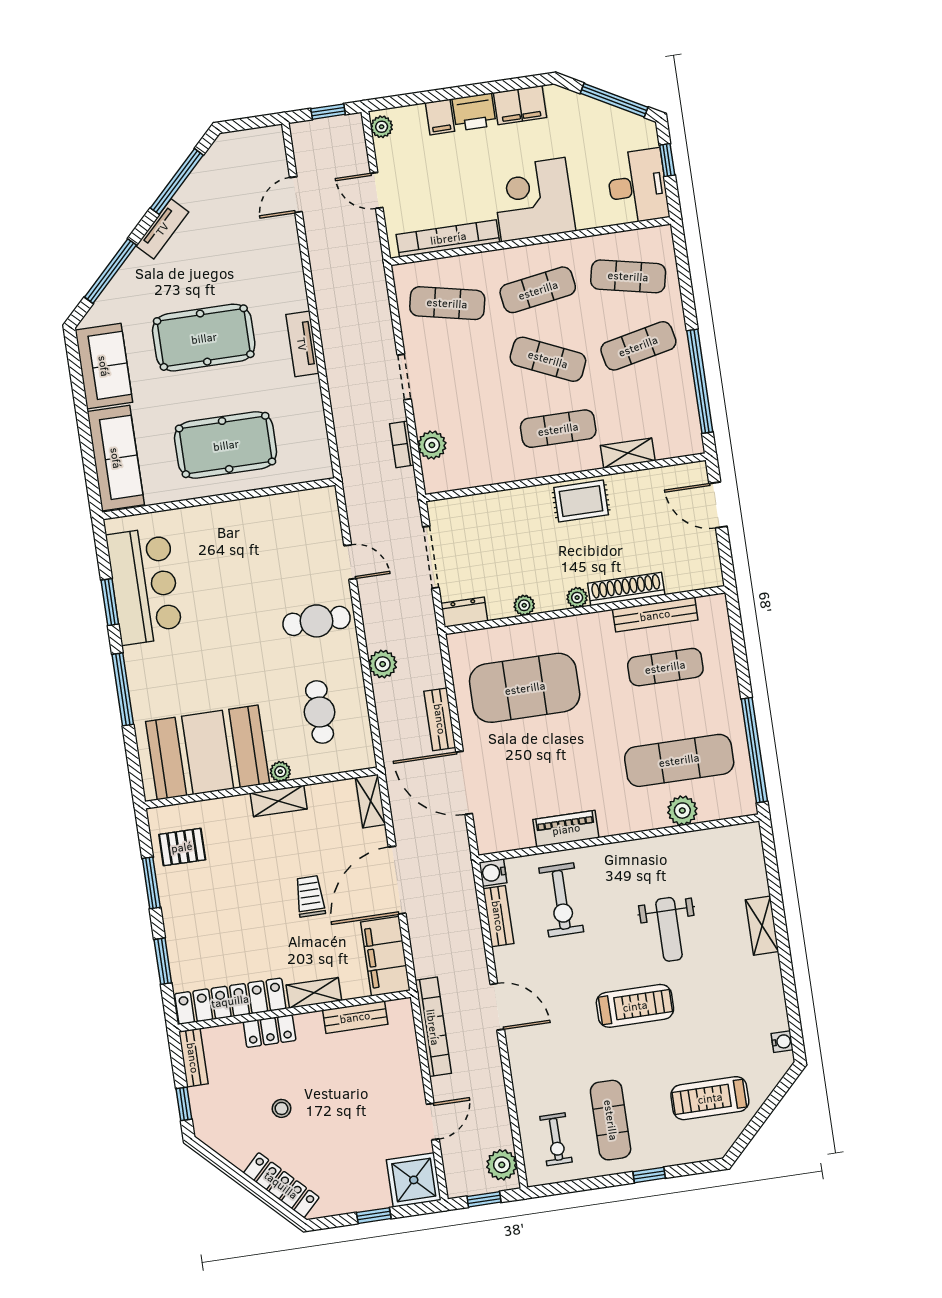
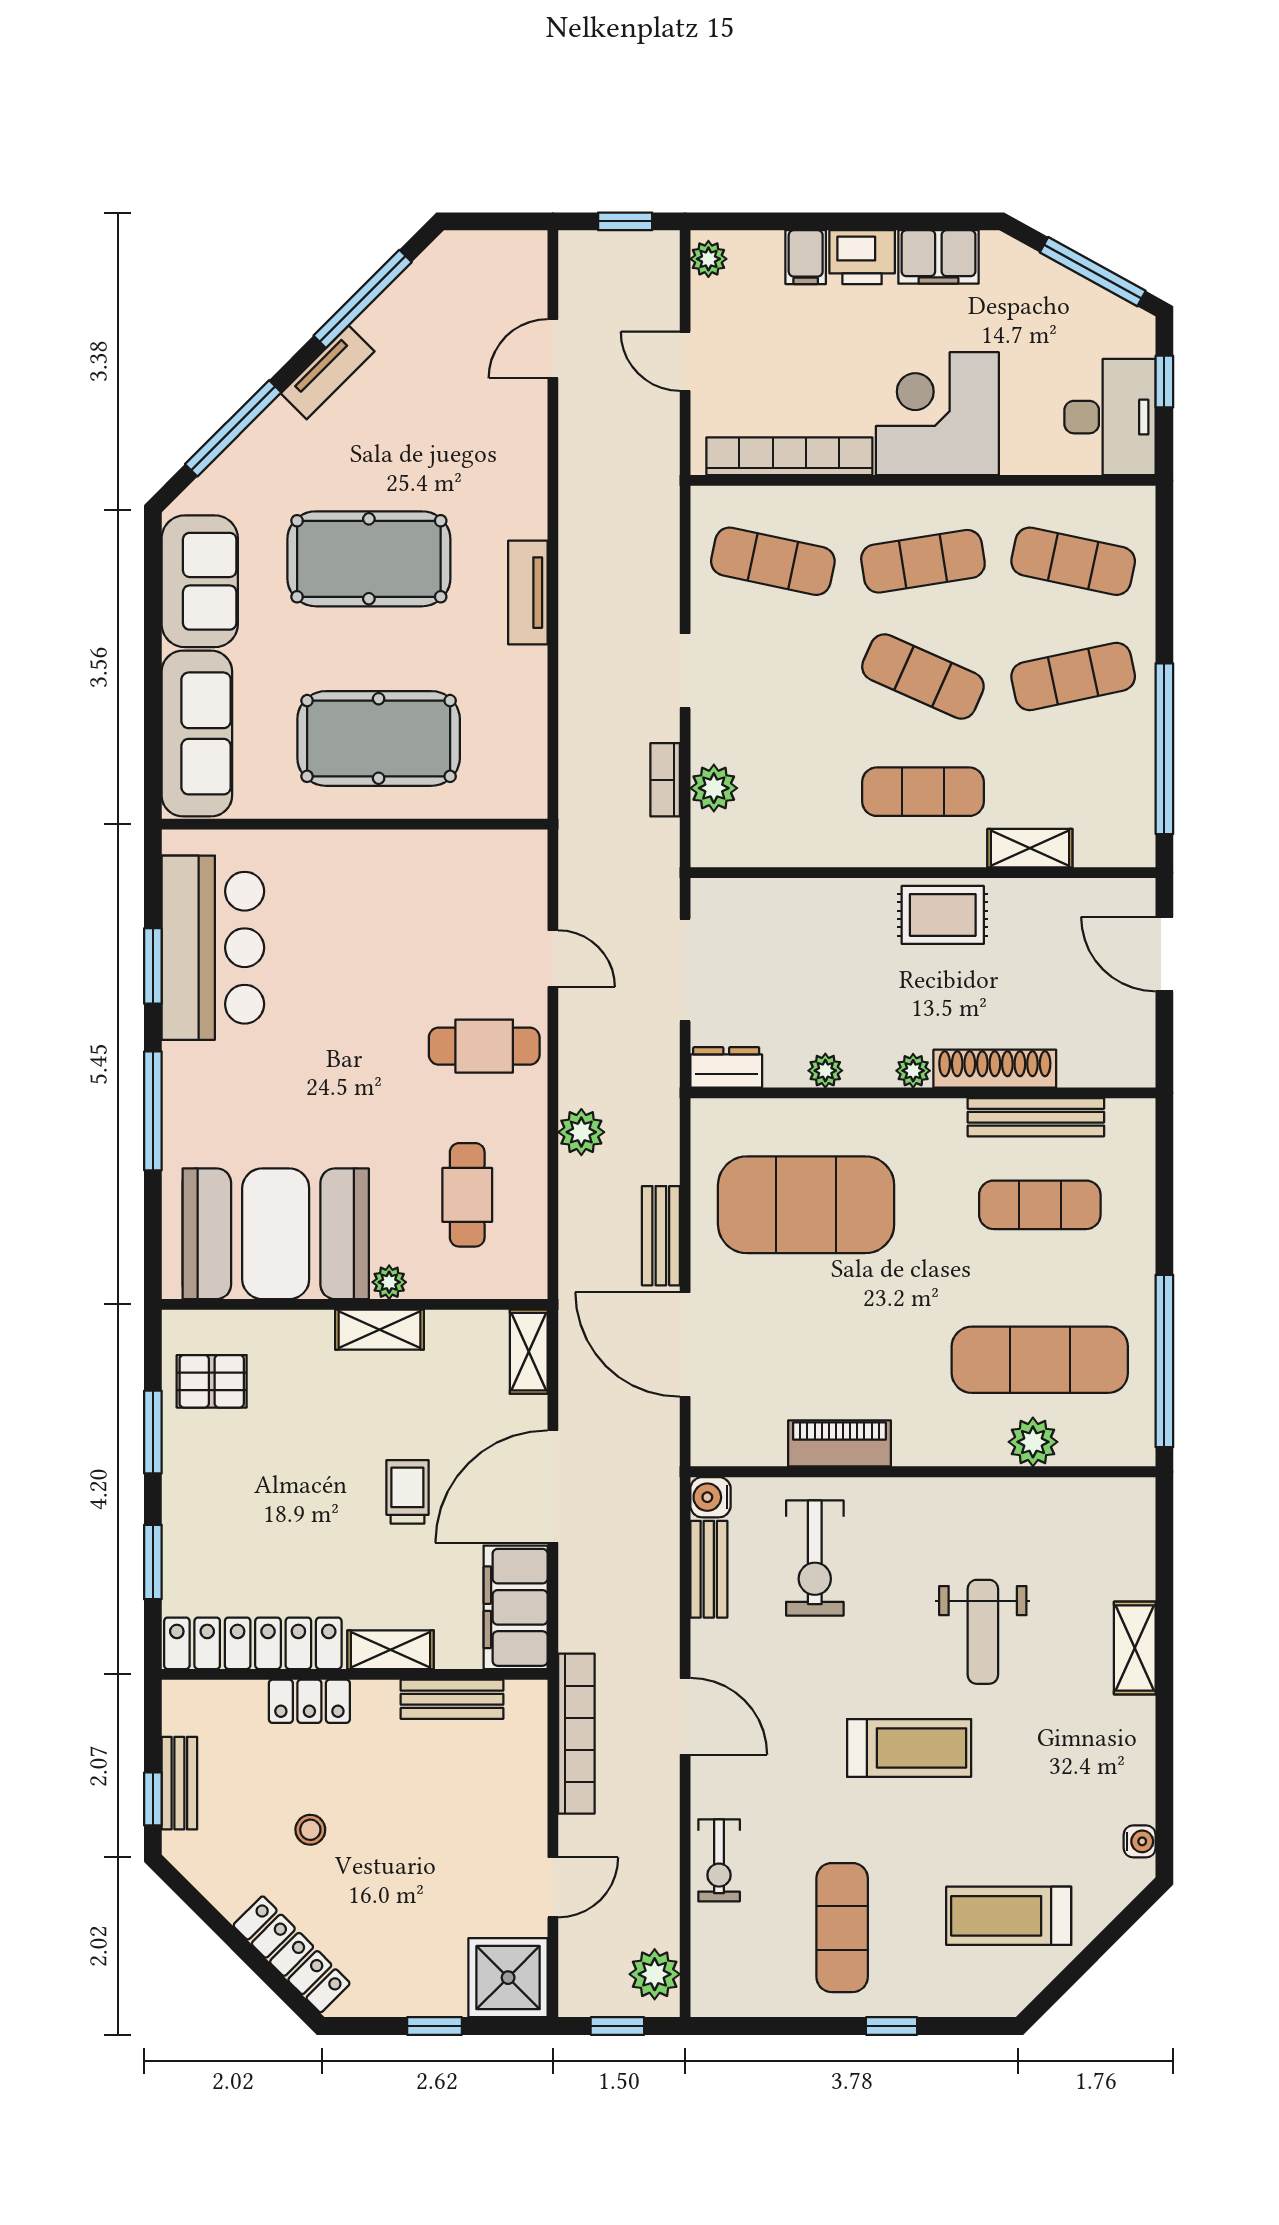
bench: (193, 1058) -> (179, 1783), moved
exercise bike: (556, 1139) -> (719, 1860), moved

